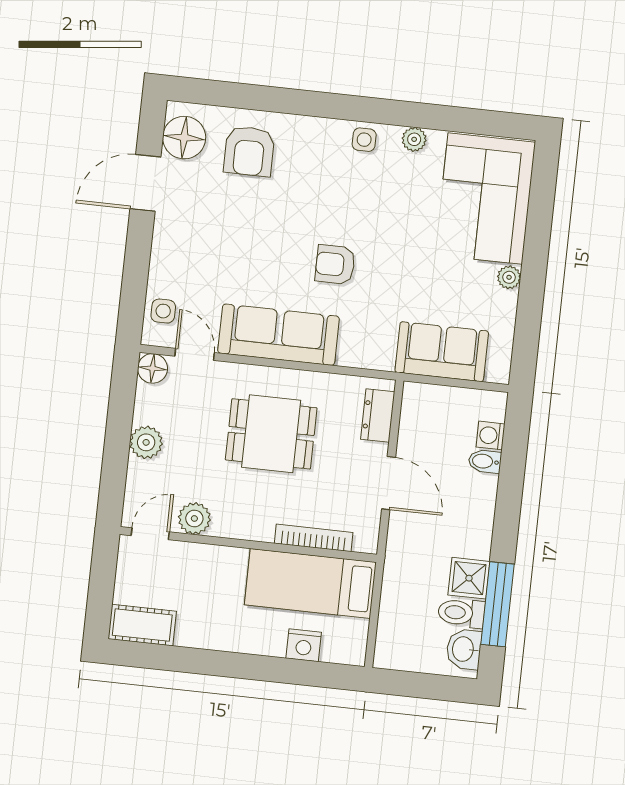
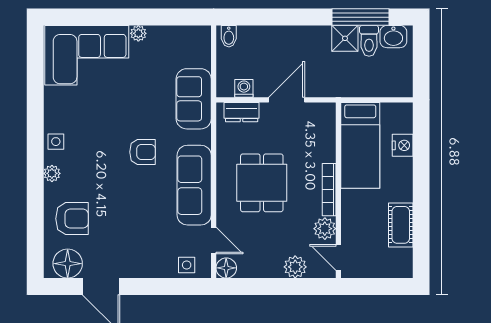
plant: (414, 139) -> (52, 173), moved
armchair: (335, 265) -> (142, 152), turned -90
sofa: (442, 352) -> (194, 99), moved
door: (195, 354) -> (214, 241), swing flipped
washing machine: (490, 435) -> (244, 88), moved, turned 180
plant: (146, 442) -> (295, 267), moved
bidet: (485, 461) -> (229, 36), moved
bookcase: (314, 538) -> (329, 190), moved
cot: (142, 625) -> (401, 225), moved

